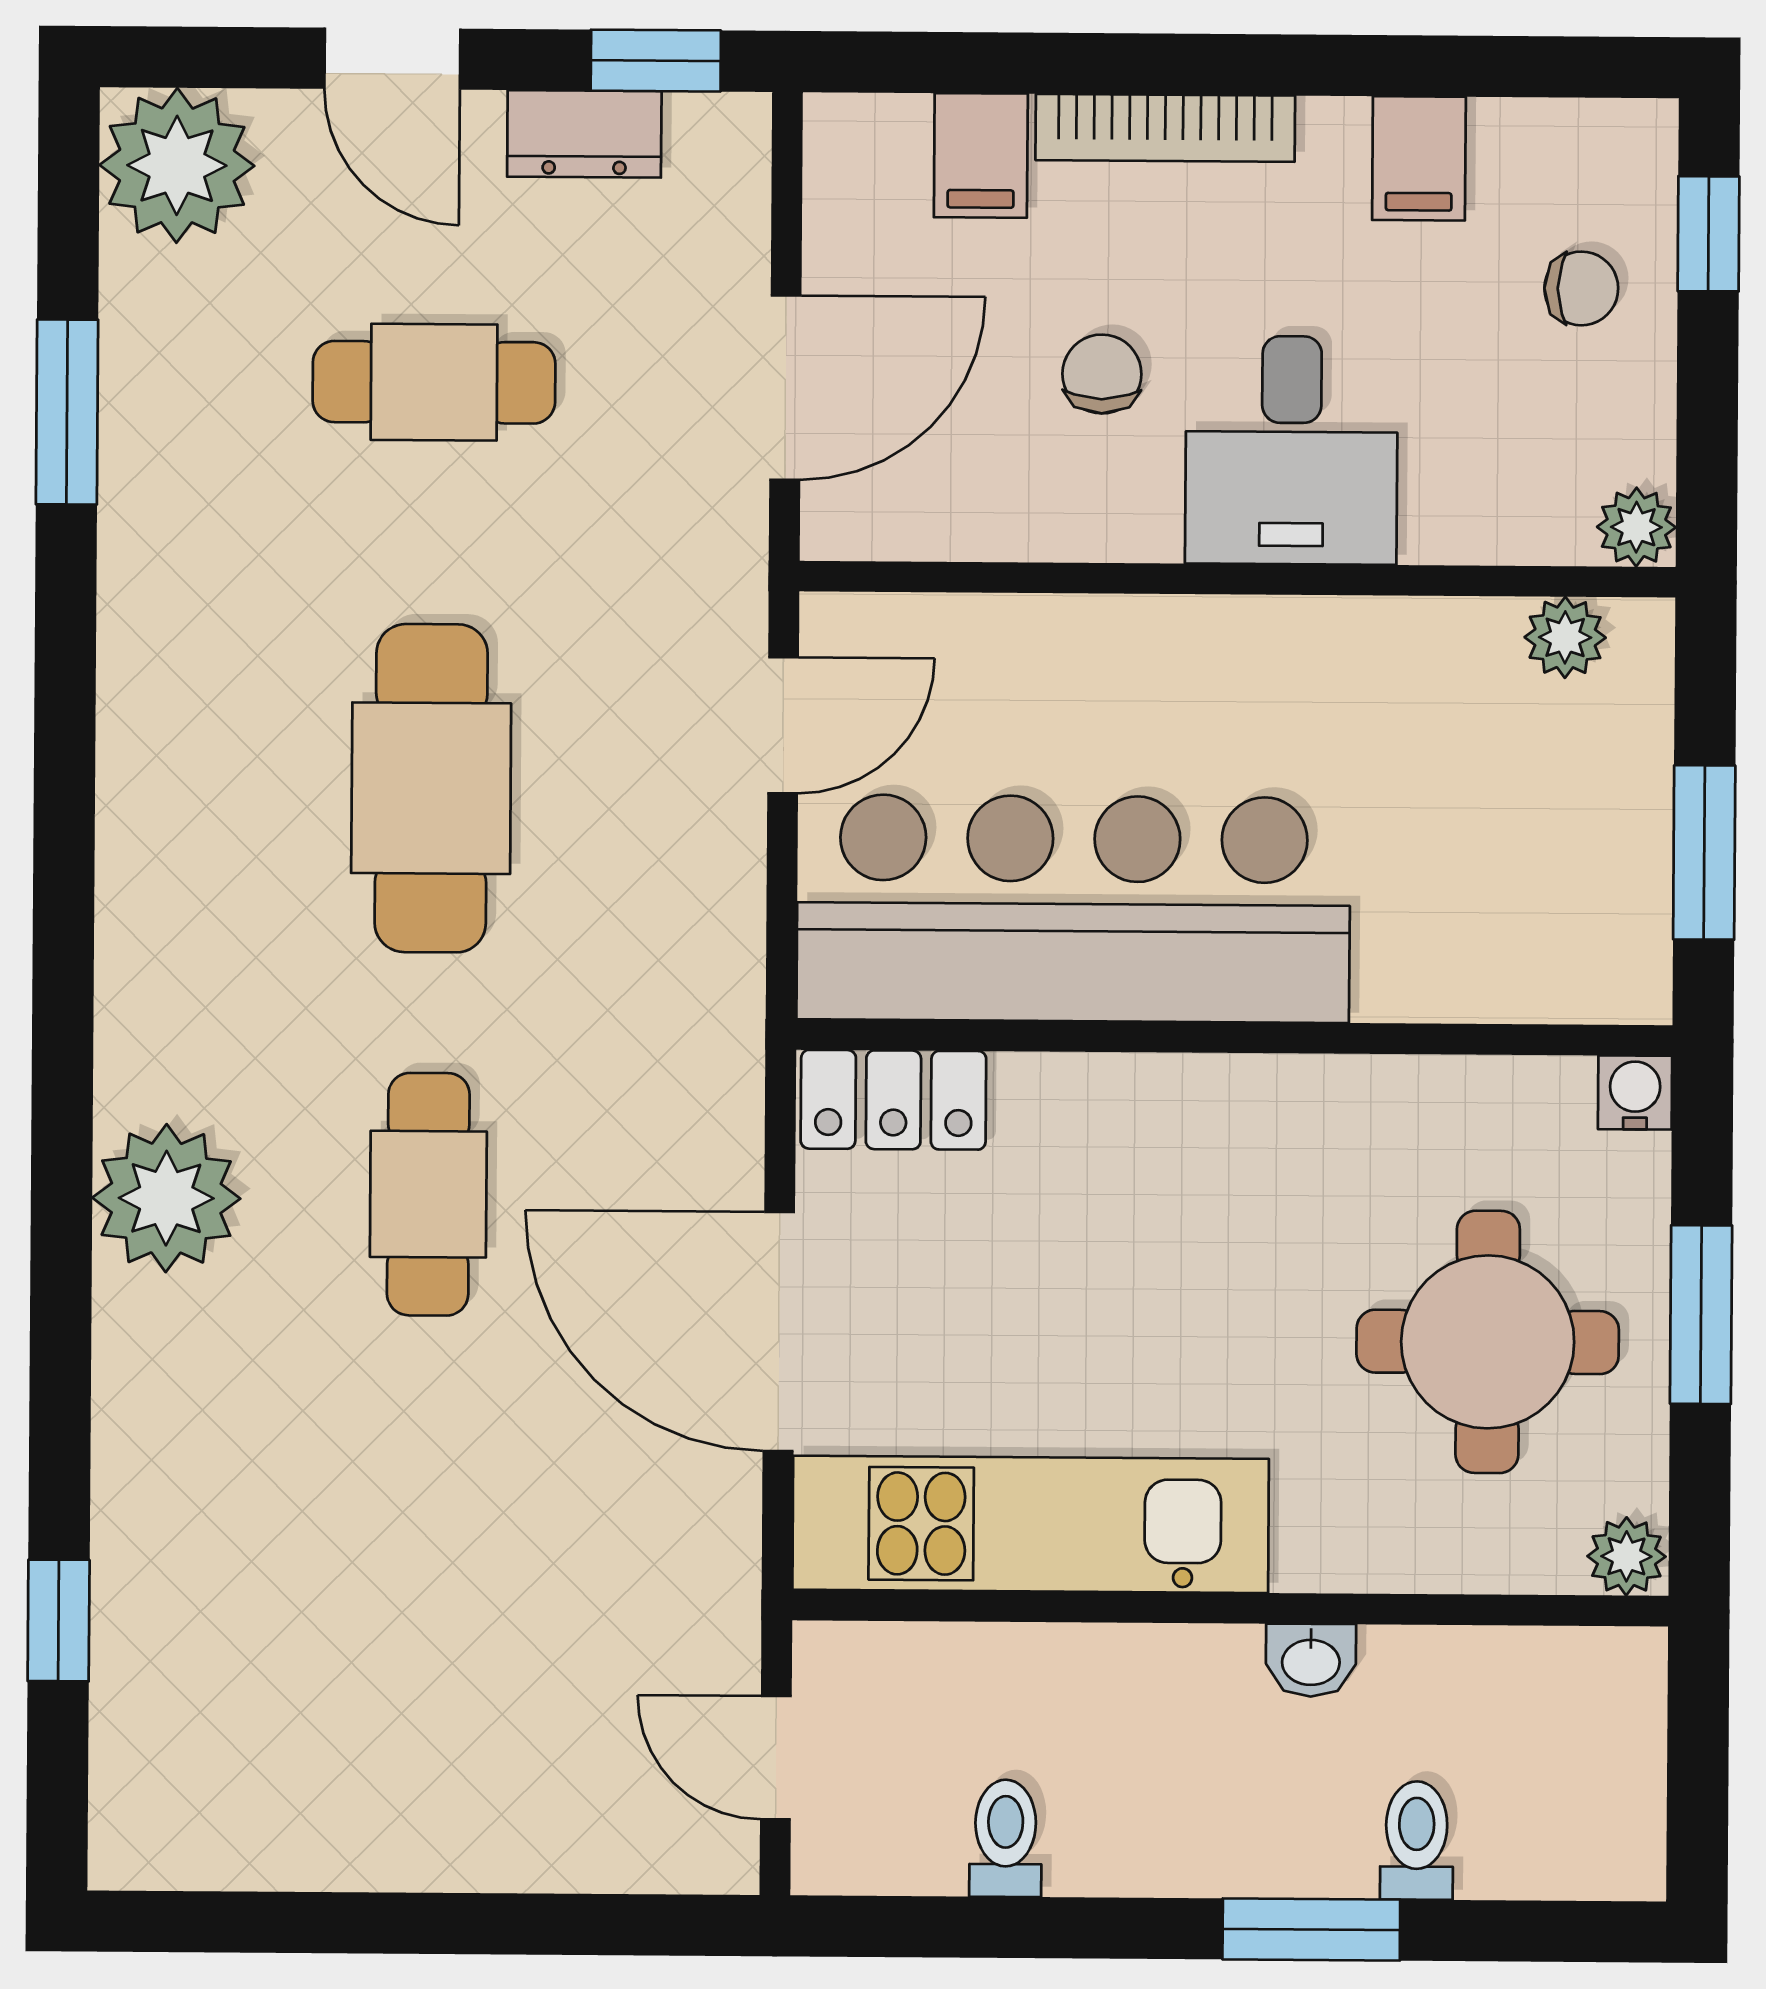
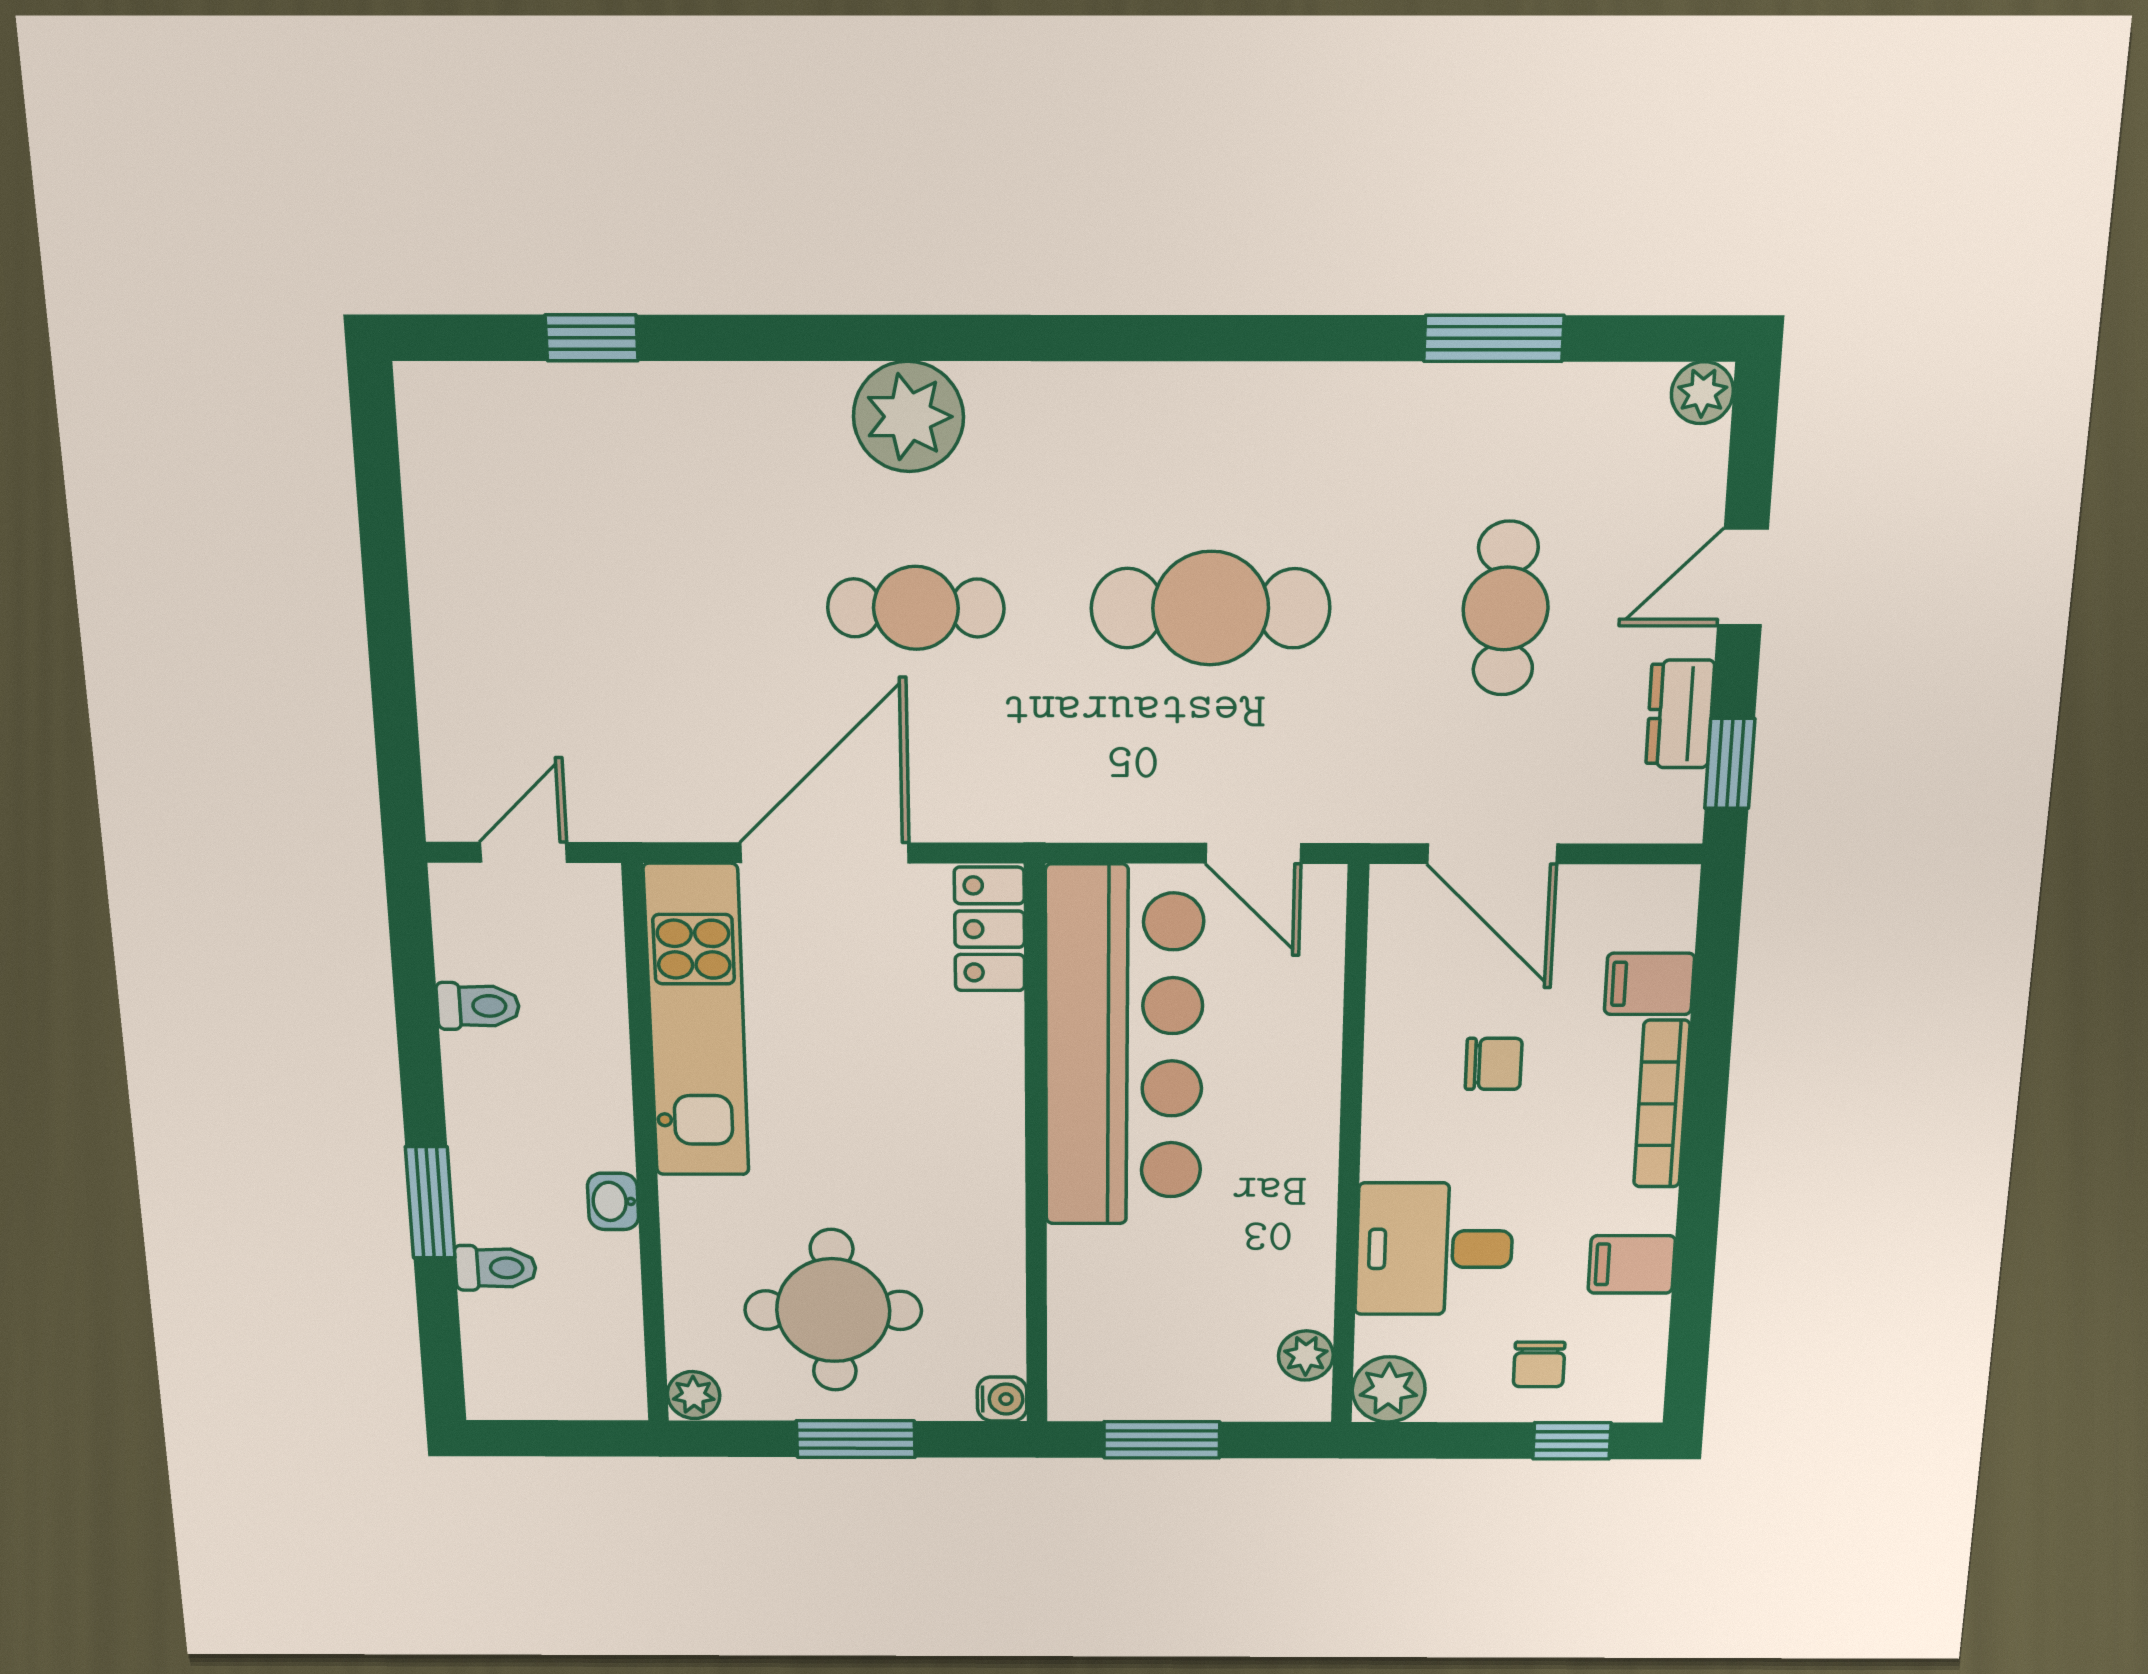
plant: (177, 165) -> (1702, 393), width x0.53, depth x0.53
desk: (1291, 450) -> (1434, 1249), moved
plant: (1636, 527) -> (1389, 1389), width x1.38, depth x1.38

